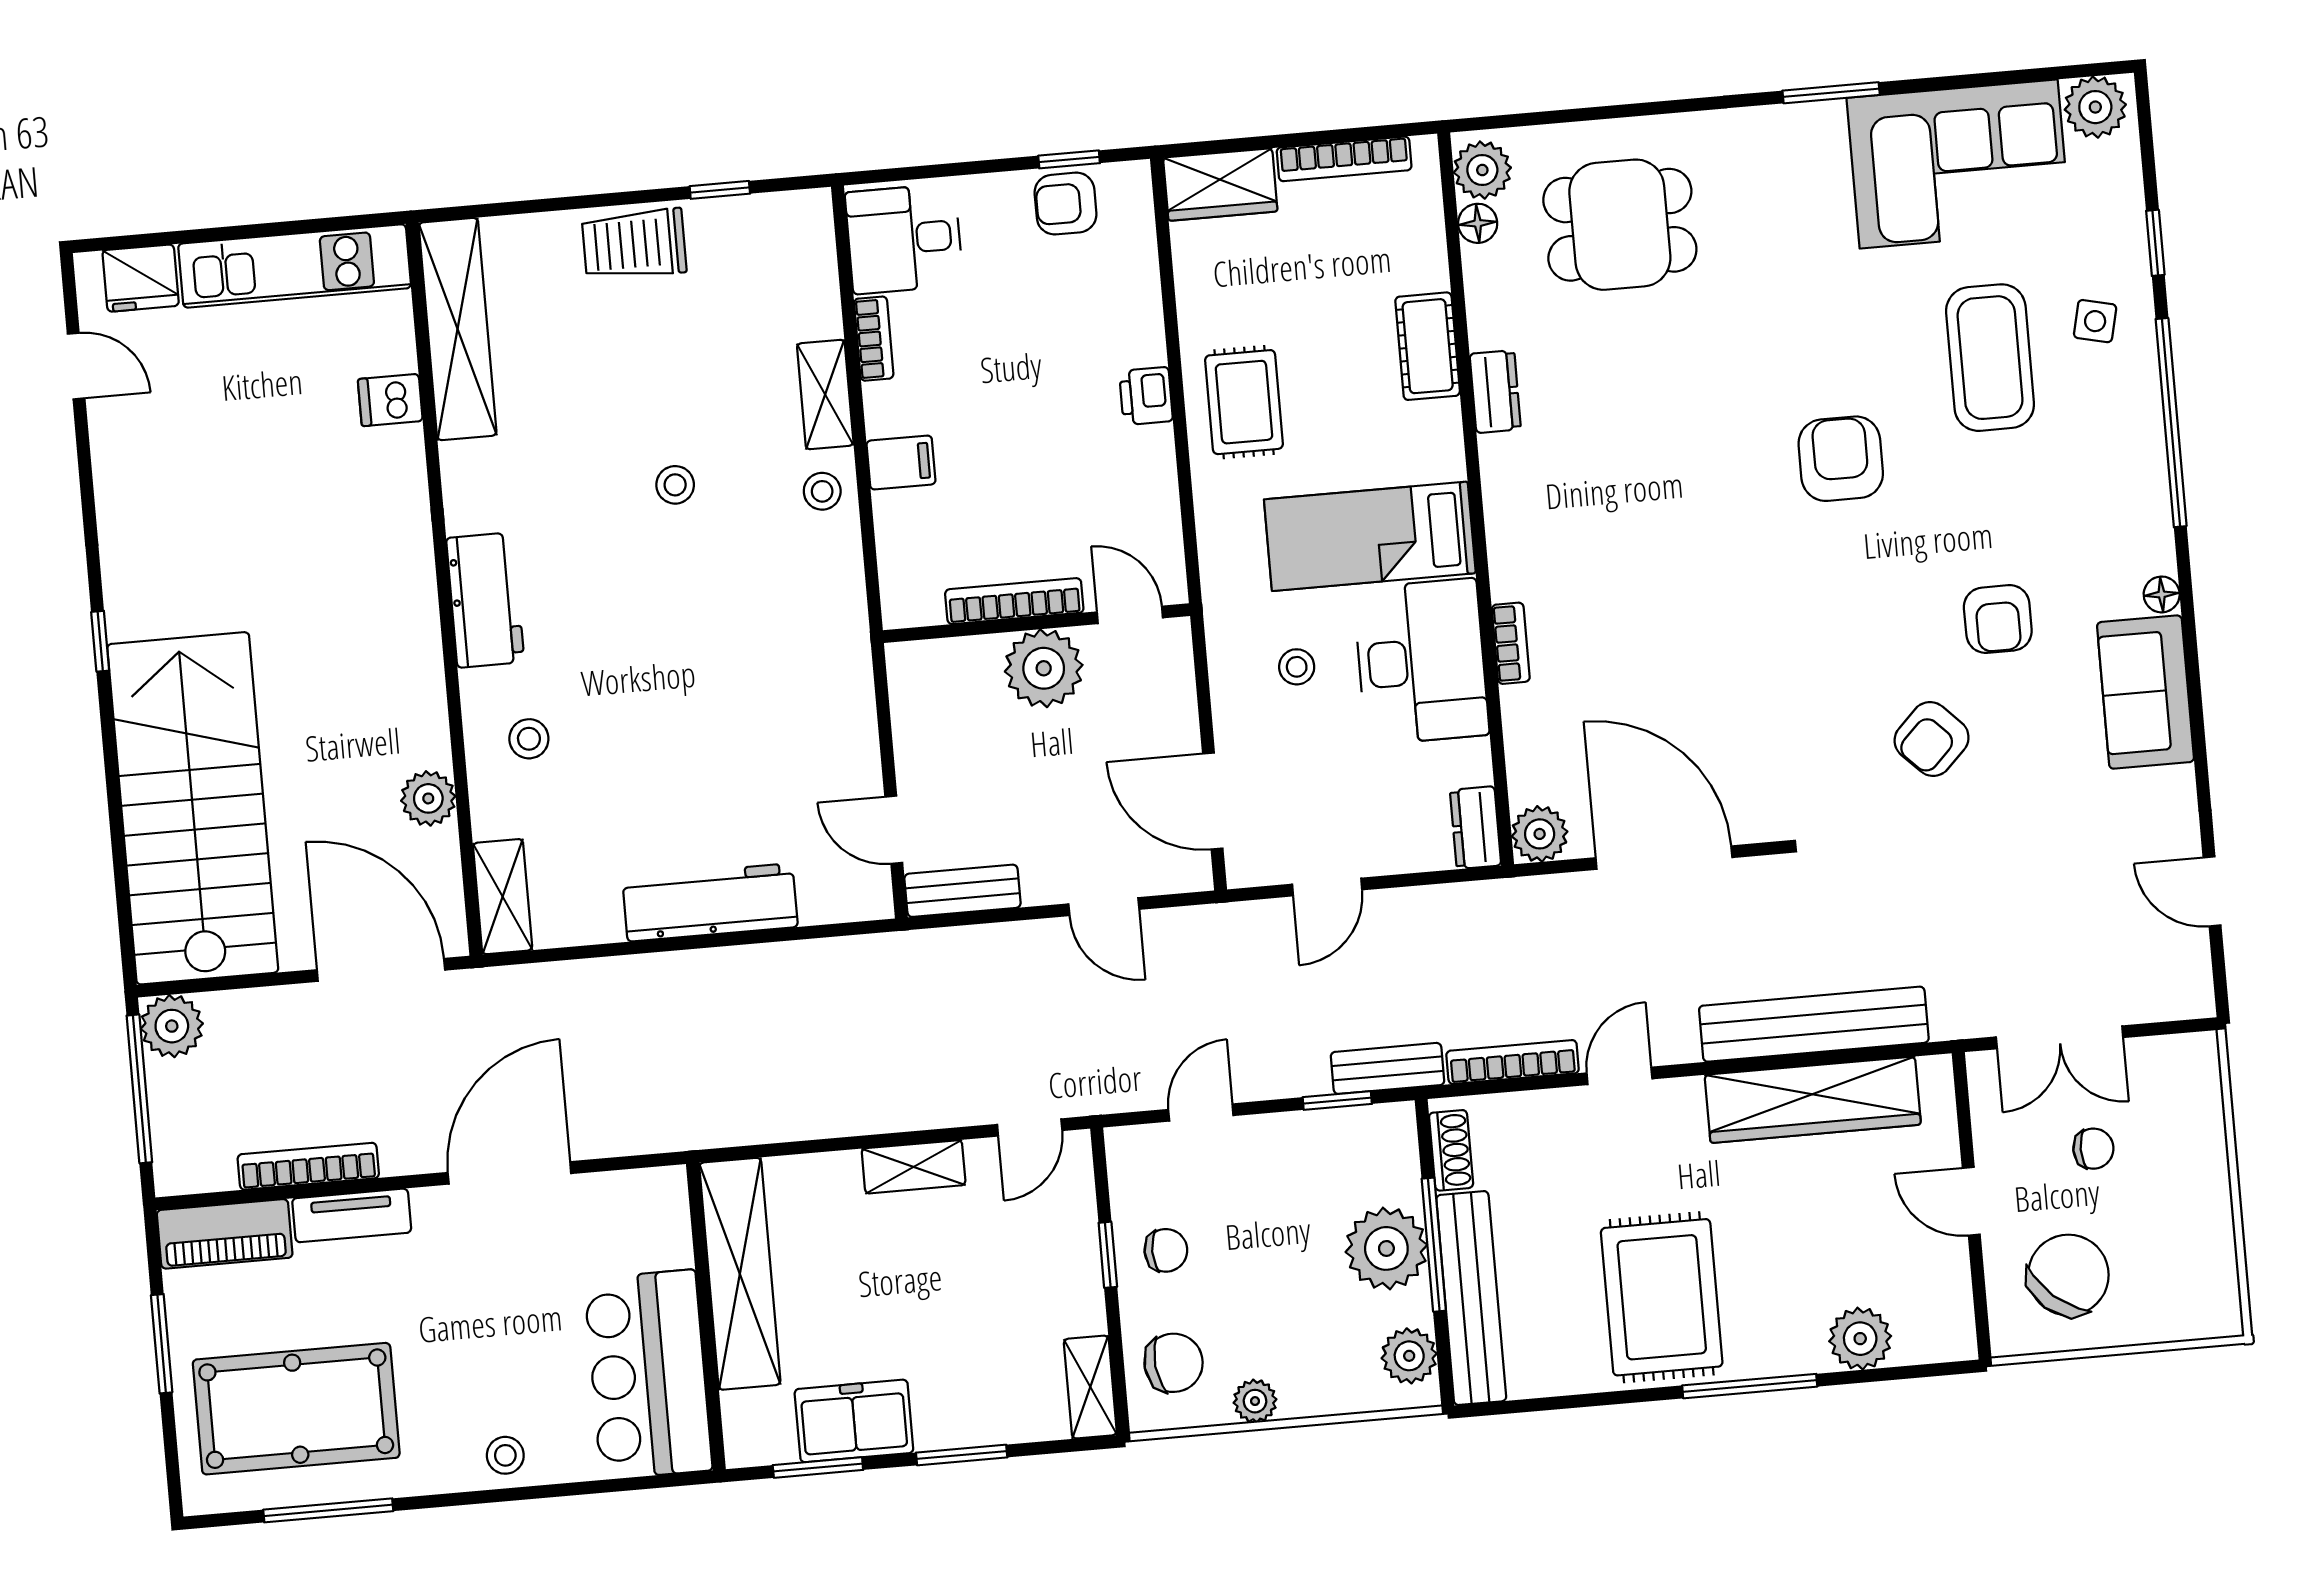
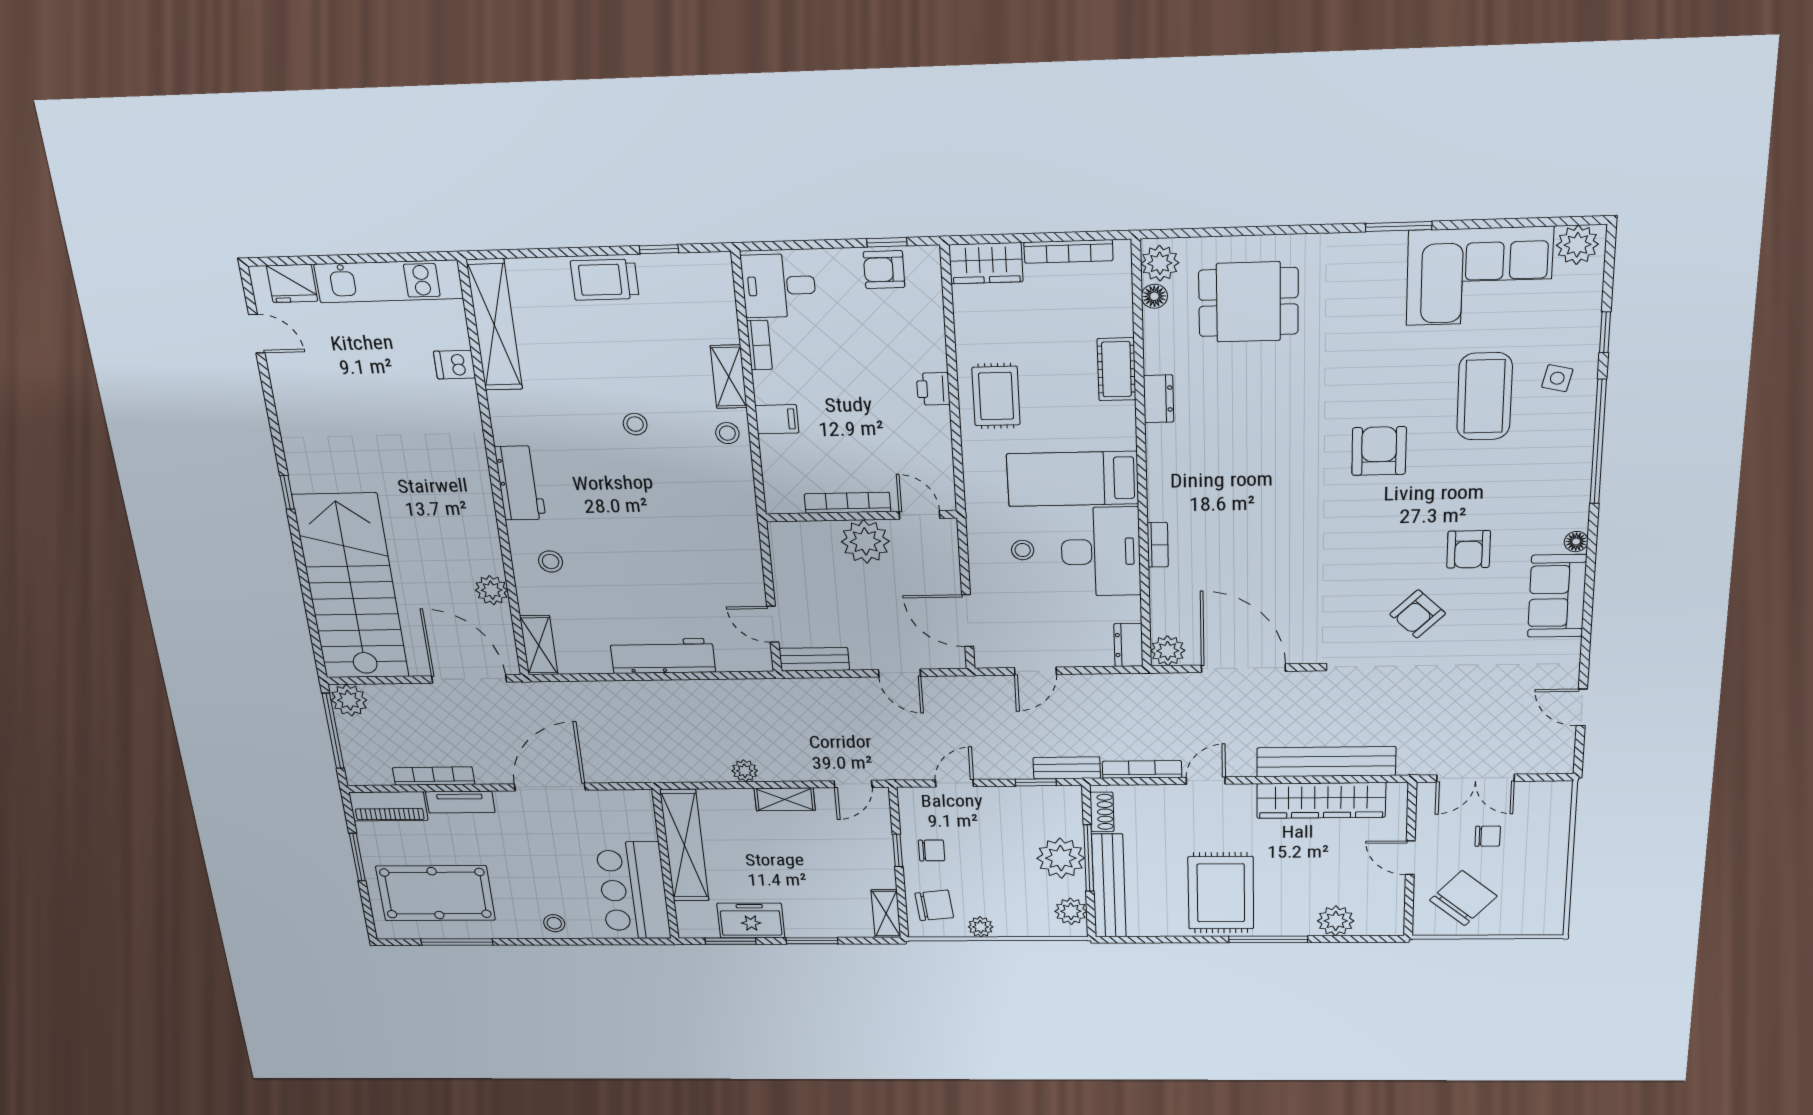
plant: (845, 1115) -> (745, 771), added

